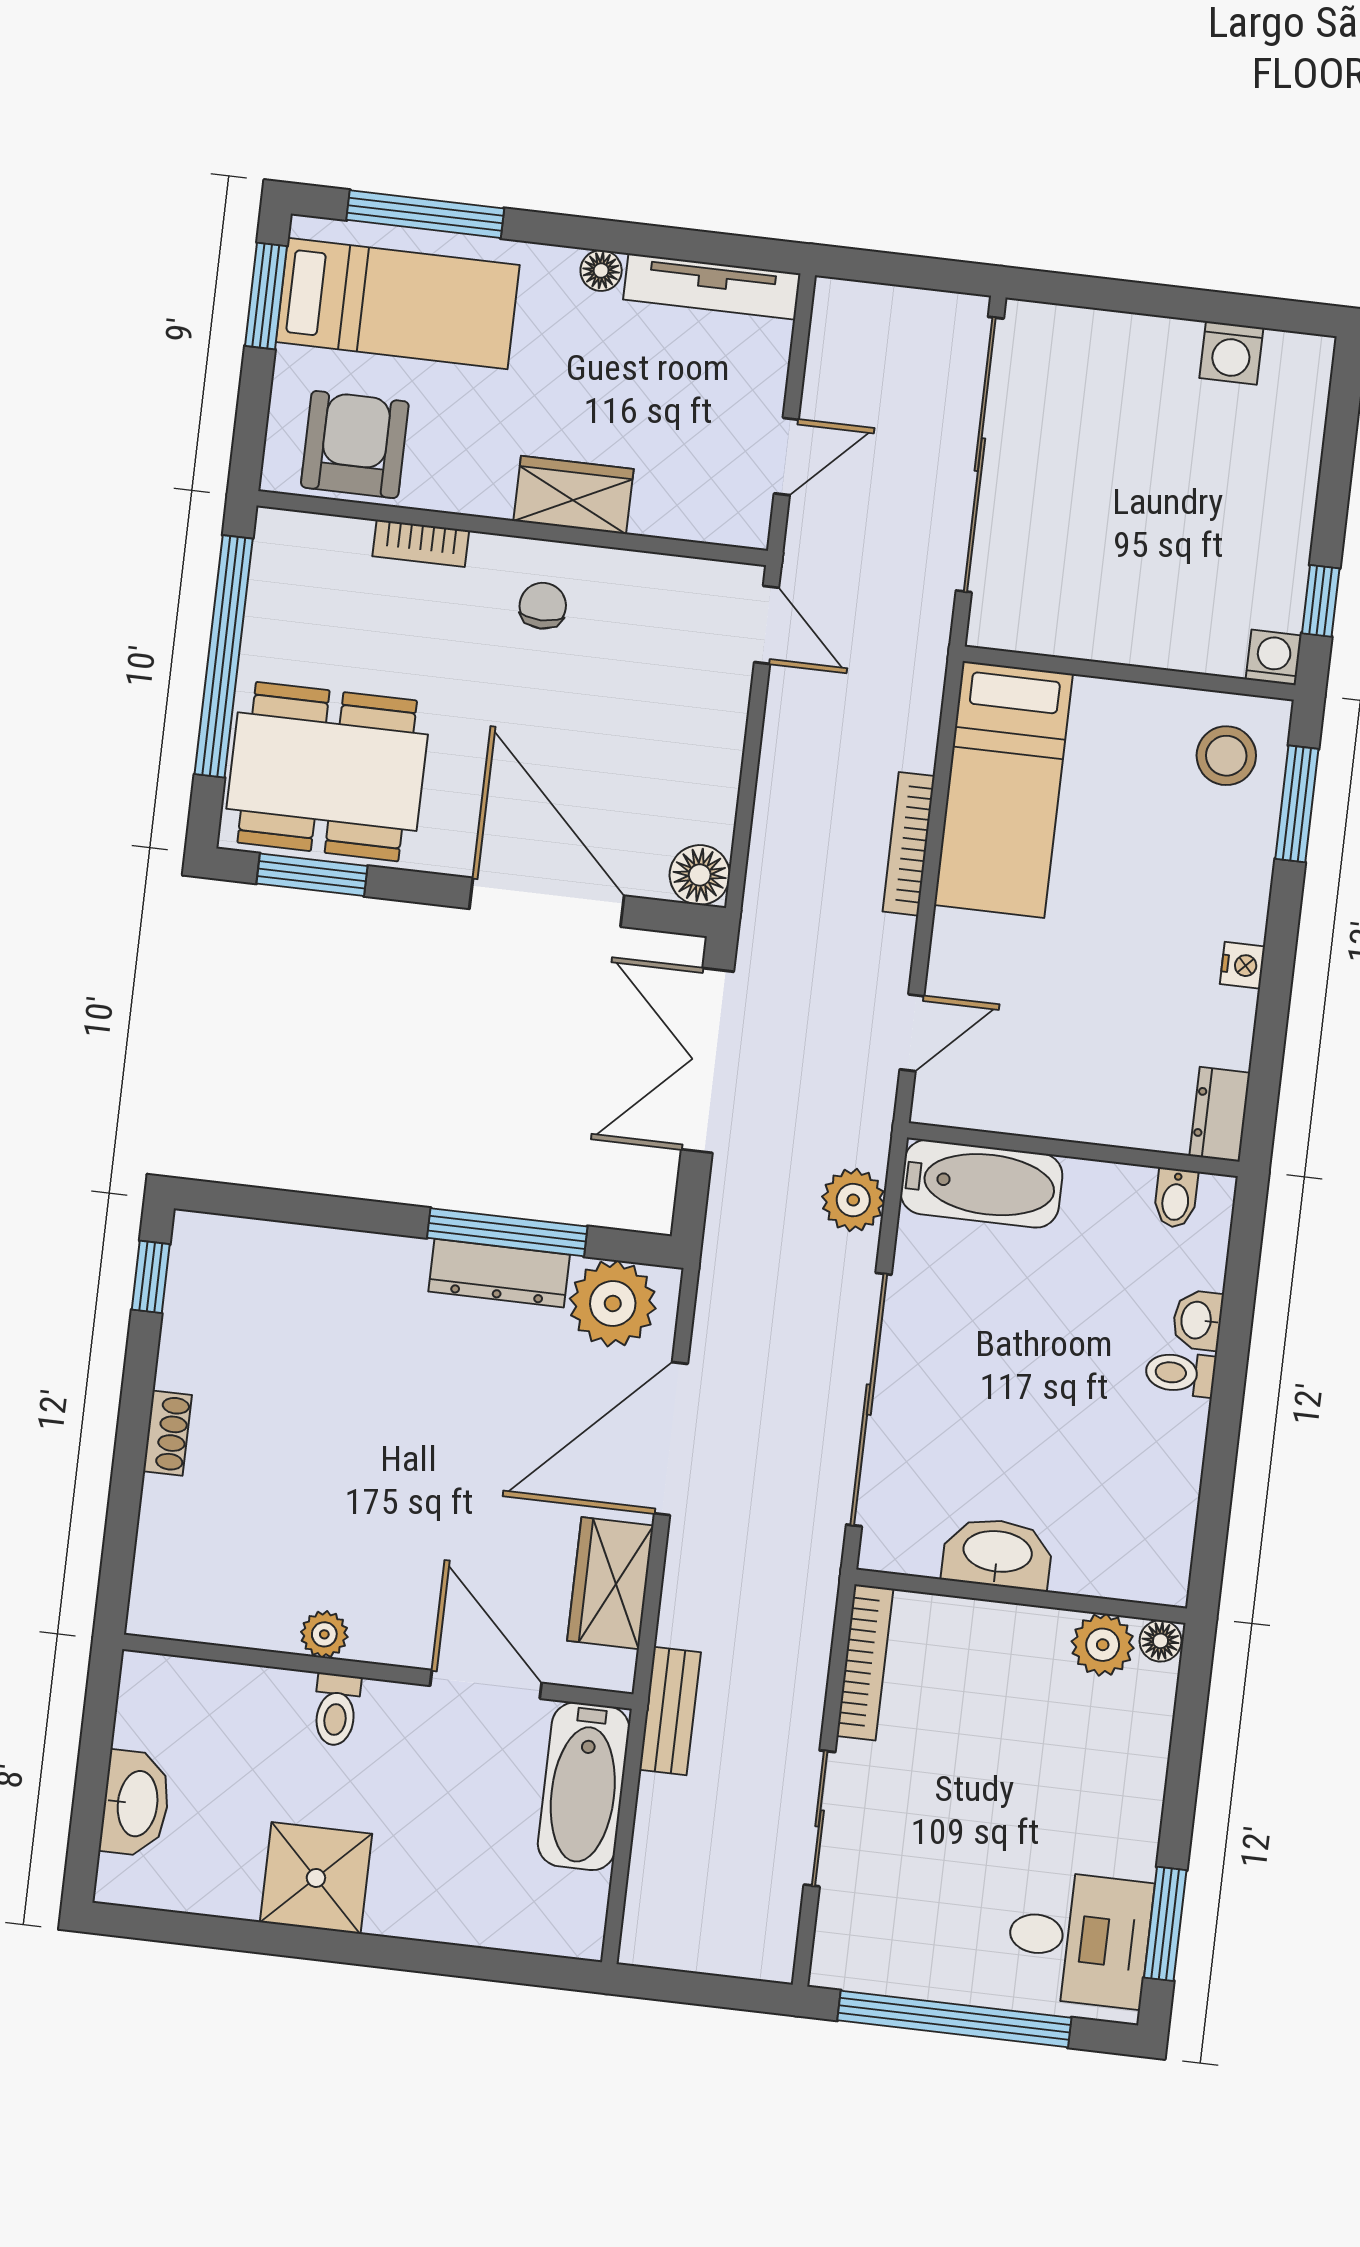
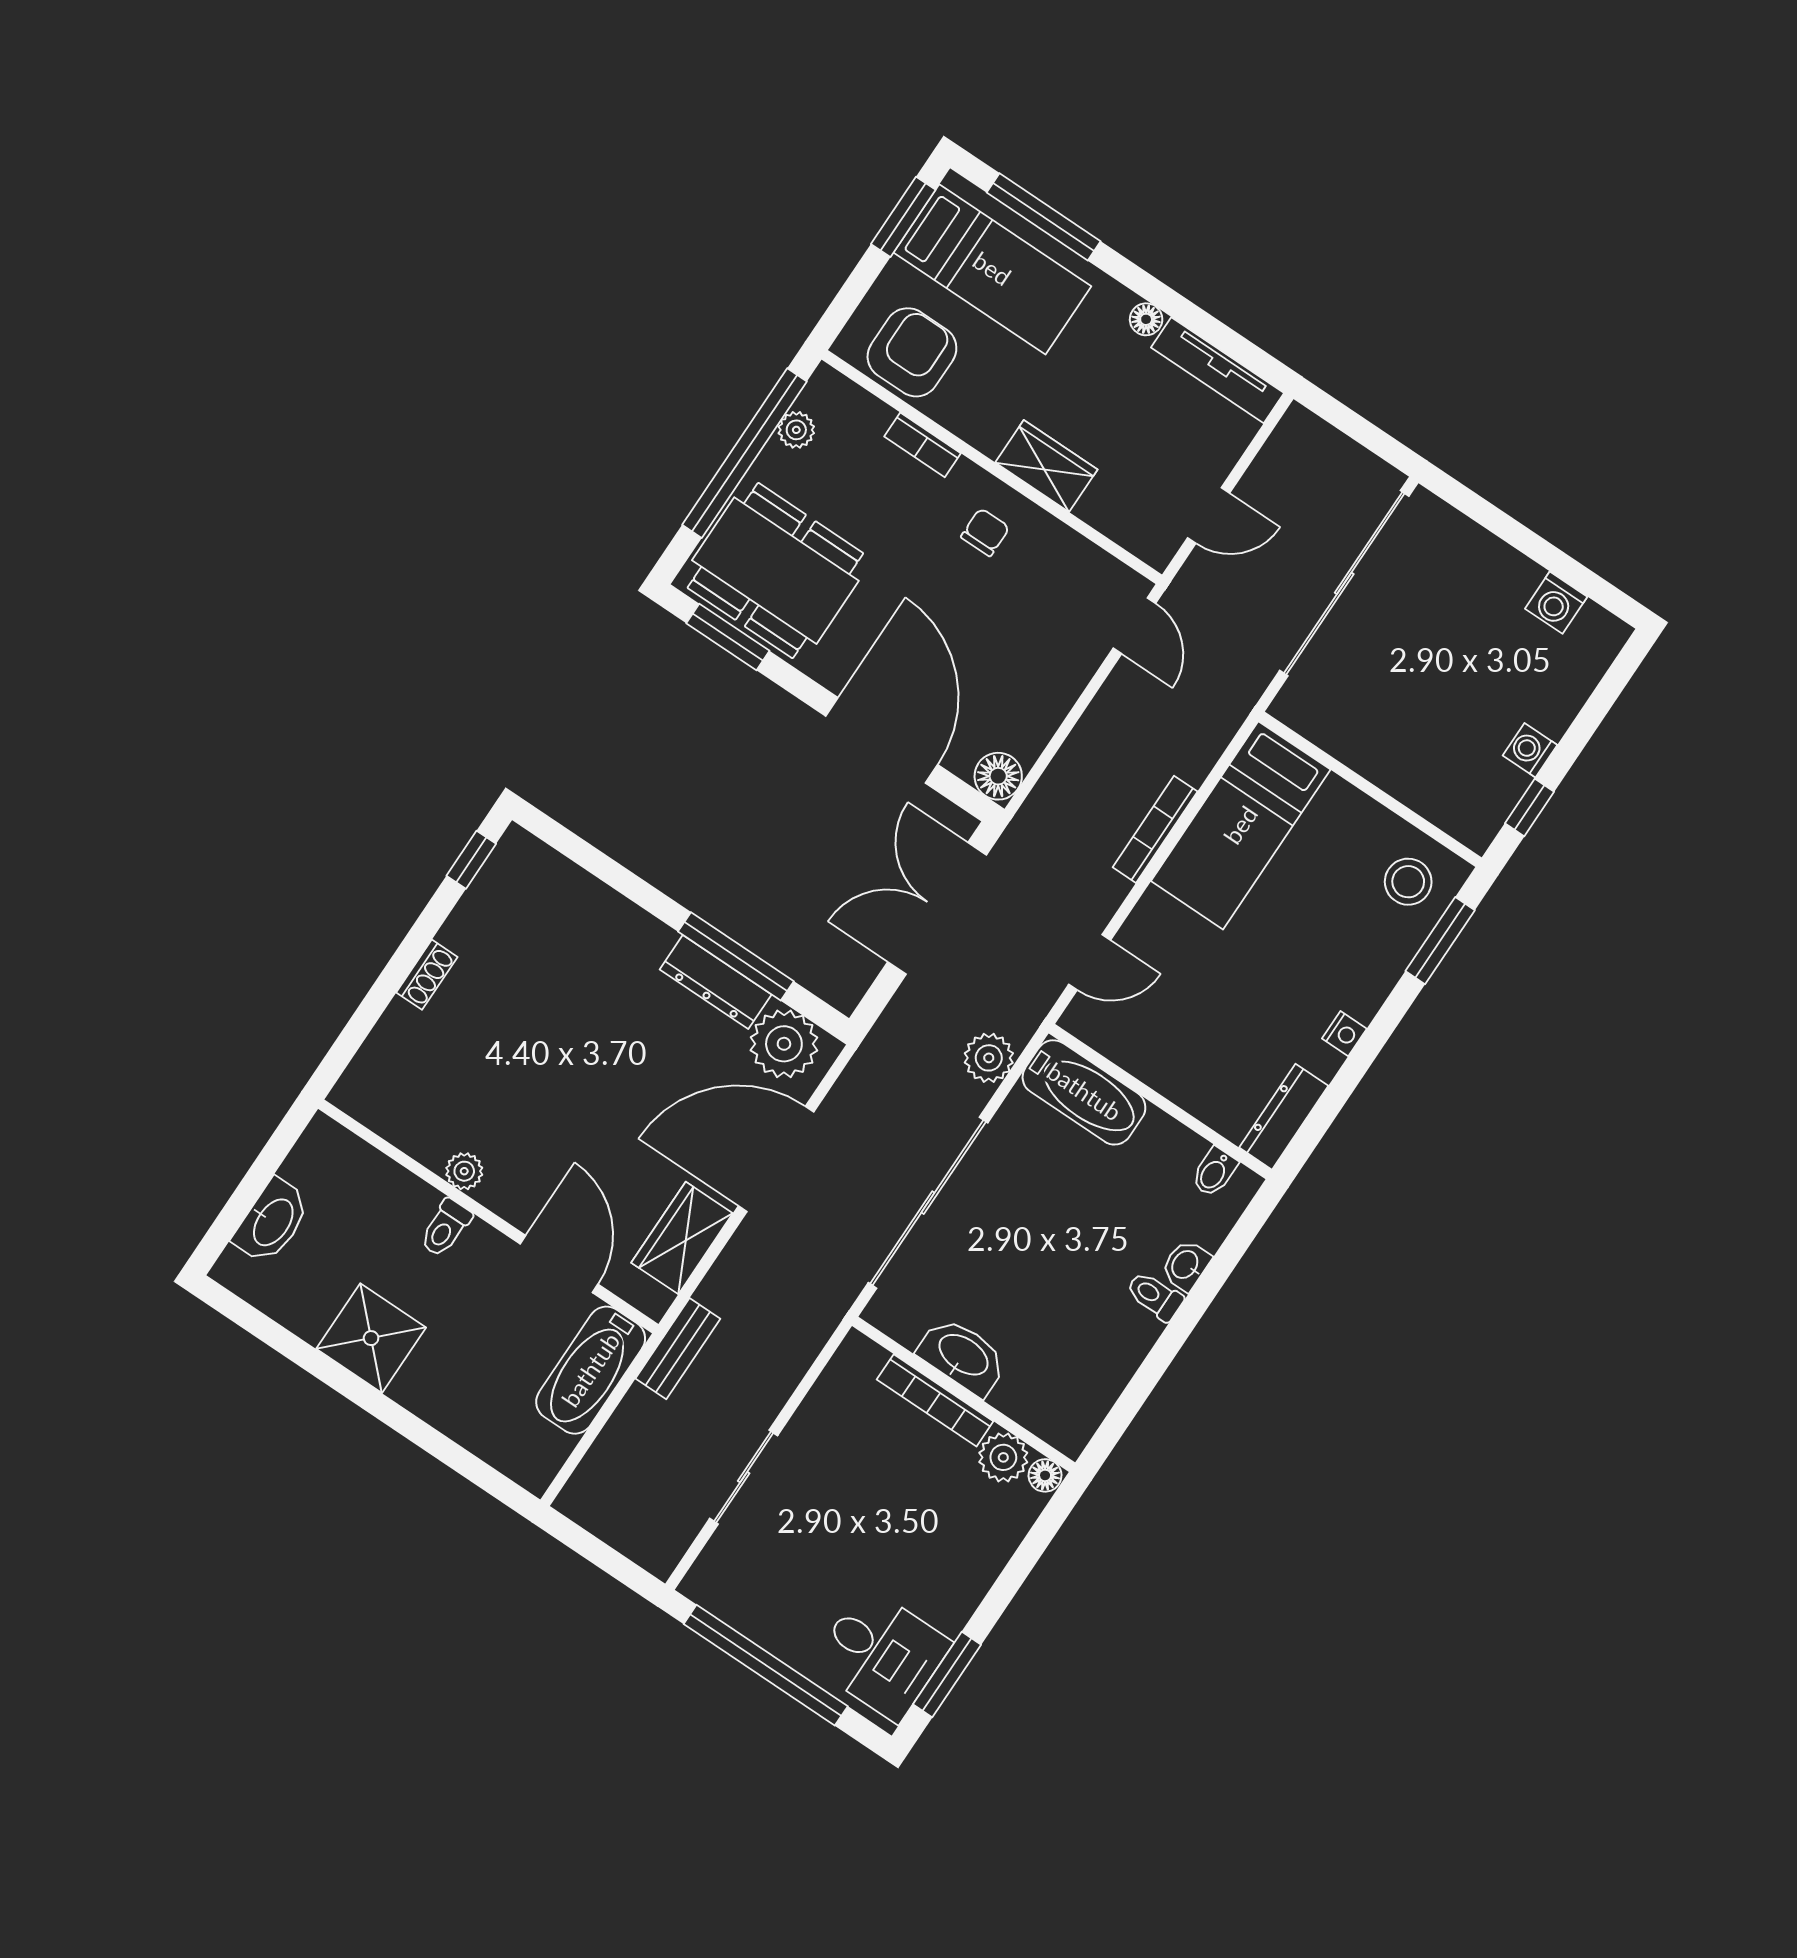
plant: (269, 600) -> (796, 430), added
washing machine: (1274, 657) -> (1530, 750), moved, turned -90
dresser: (1220, 1114) -> (1284, 1117), width x1.44
bookcase: (865, 1662) -> (935, 1400), moved, turned 90

